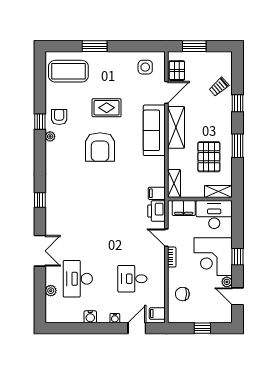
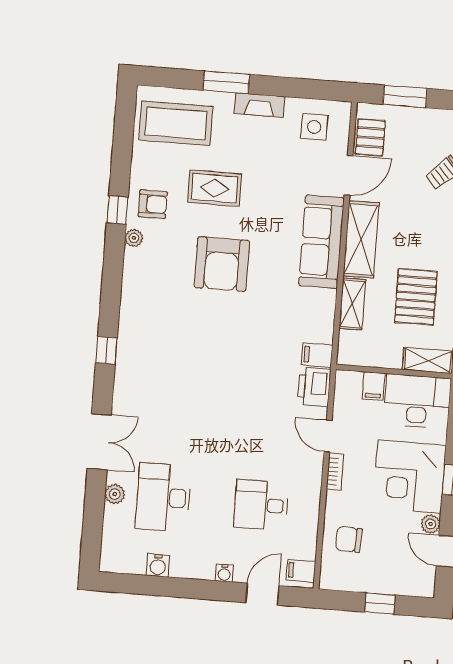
fireplace: (114, 57) -> (259, 105), added
rug: (107, 108) -> (214, 188), moved
armchair: (59, 117) -> (153, 204), turned 90
shelving: (174, 183) -> (352, 304), moved
filing cabinet: (184, 208) -> (374, 386), width x0.50
plant: (51, 291) -> (115, 494), moved
water cooler: (90, 317) -> (158, 565), moved

